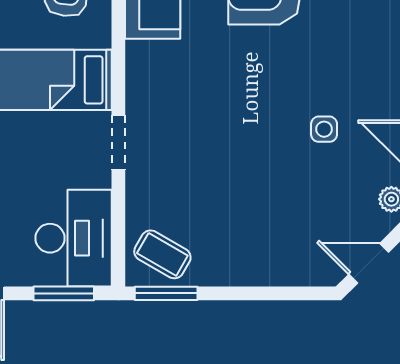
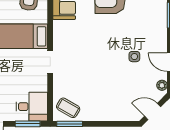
desk: (74, 238) -> (32, 107), width x0.73

